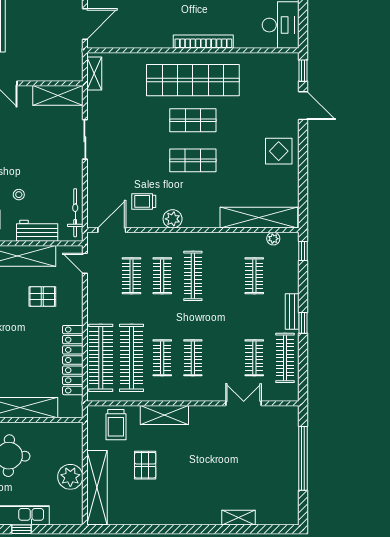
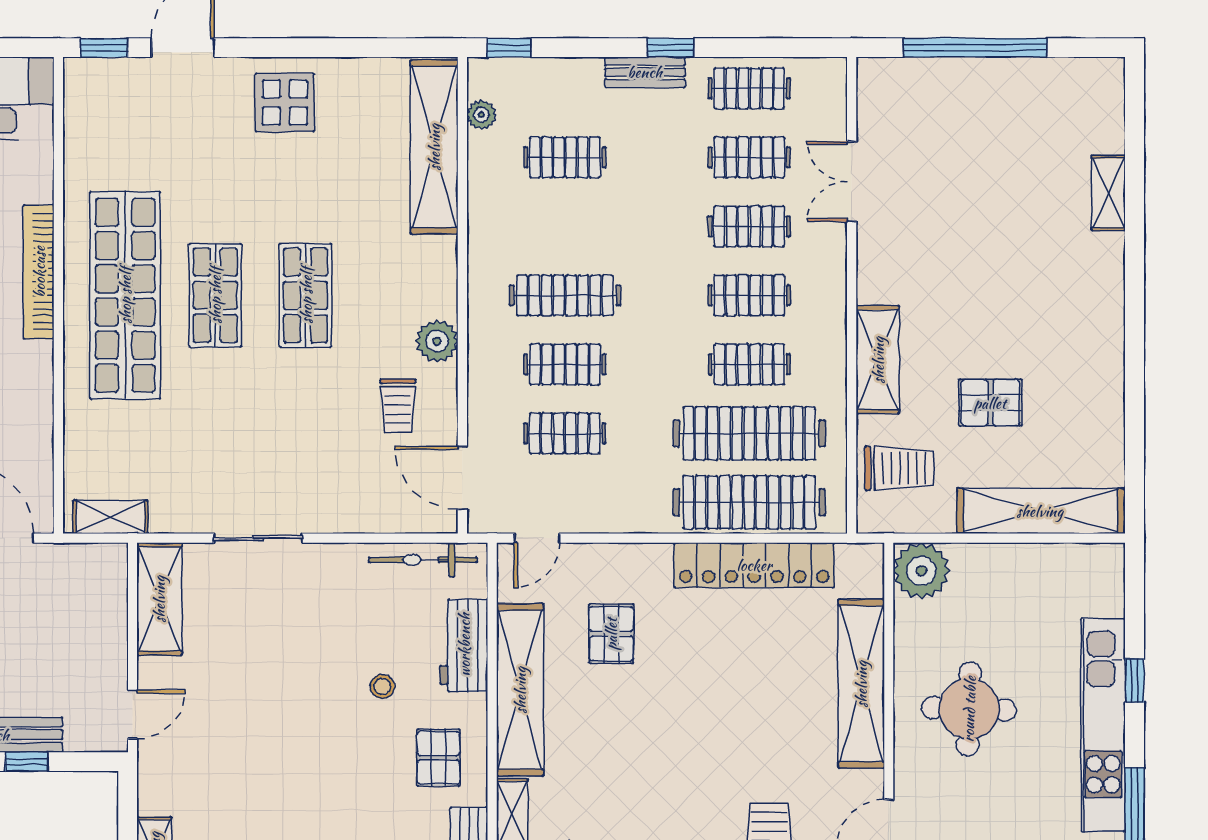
clothes rail: (224, 358) -> (749, 226), added
clothes rail: (285, 358) -> (749, 88), width x0.73
plant: (70, 477) -> (921, 571), moved

